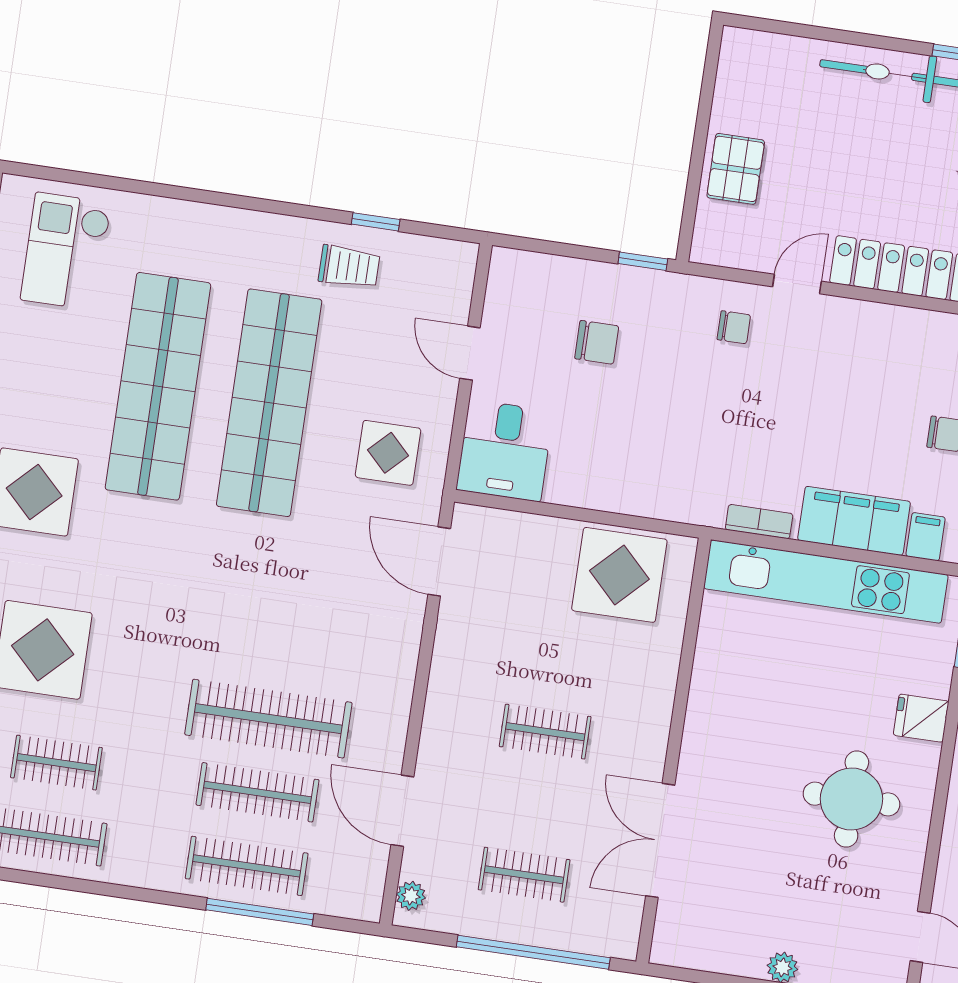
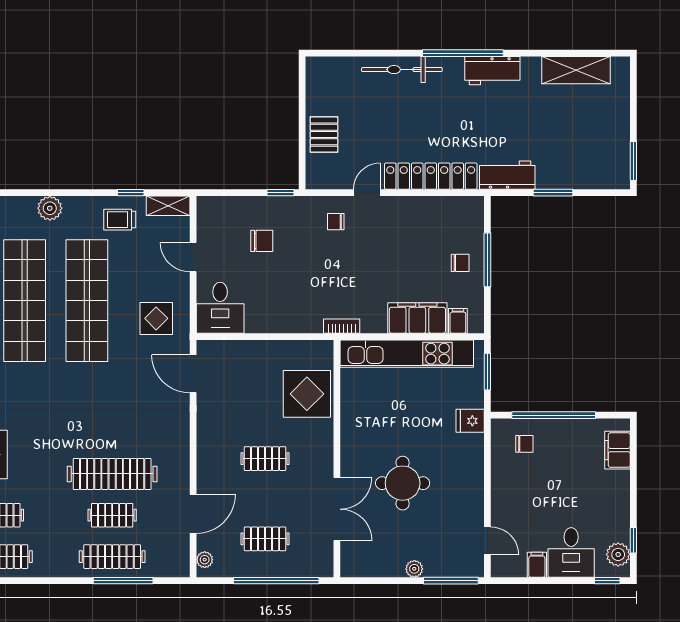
plant: (227, 228) -> (50, 208), added
shelving: (439, 255) -> (168, 206), added
trolley: (349, 267) -> (120, 220), turned 180
chair: (734, 327) -> (336, 222), turned 180
bookcase: (759, 522) -> (342, 326), moved
display table: (619, 575) -> (307, 394), moved
clothes rail: (258, 792) -> (112, 515), width x0.73
round table: (851, 799) -> (403, 483), moved
door: (402, 811) -> (193, 514), swing flipped
double door: (660, 840) -> (337, 509), swing flipped

